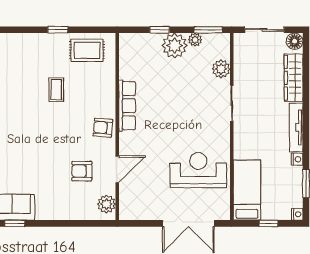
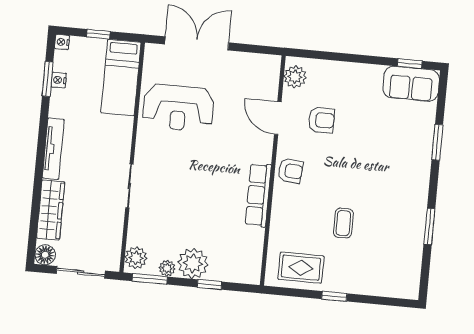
plant: (221, 69) -> (136, 258), moved
nightstand: (297, 159) -> (59, 80), moved
door: (117, 169) -> (278, 118), hinge flipped

